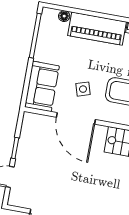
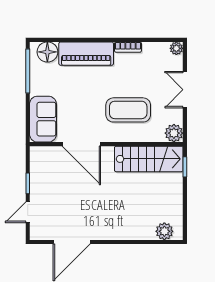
floor lamp: (64, 16) -> (47, 52), width x1.89, depth x1.89
side table: (83, 89) -> (83, 115), removed

